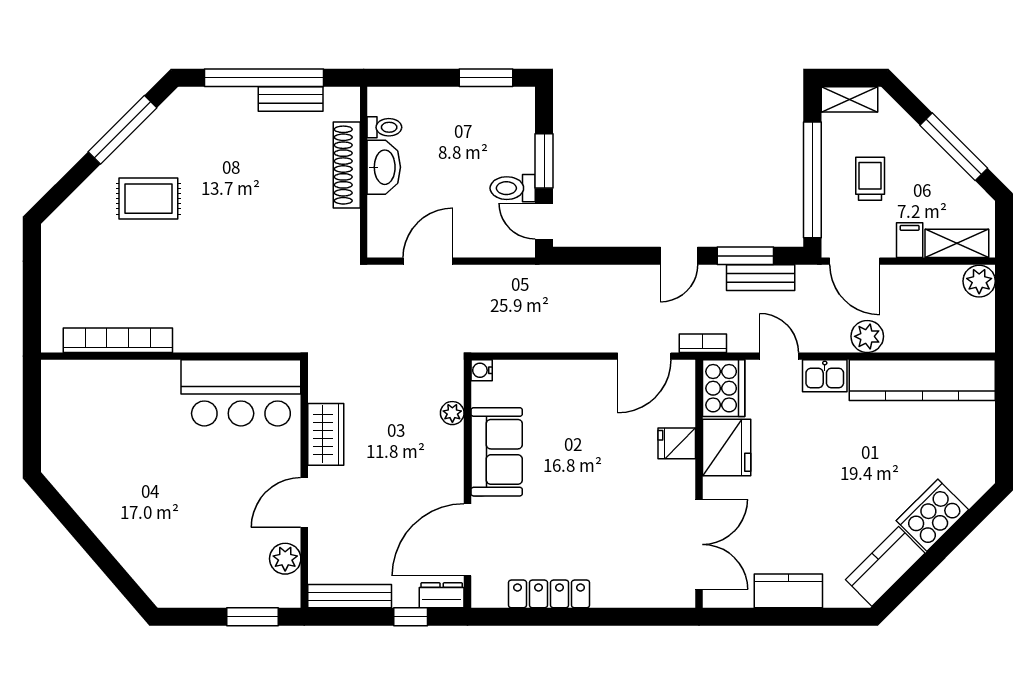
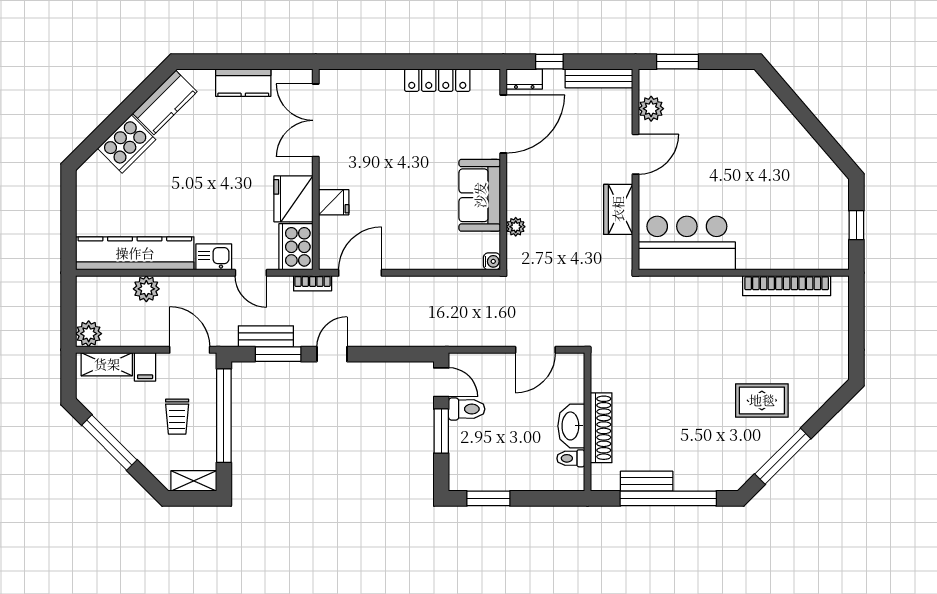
plant: (867, 336) -> (146, 289), moved
window: (32, 415) -> (856, 225), added

